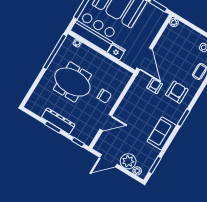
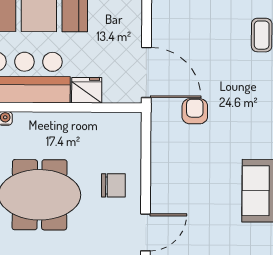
armchair: (177, 92) -> (242, 98), removed

